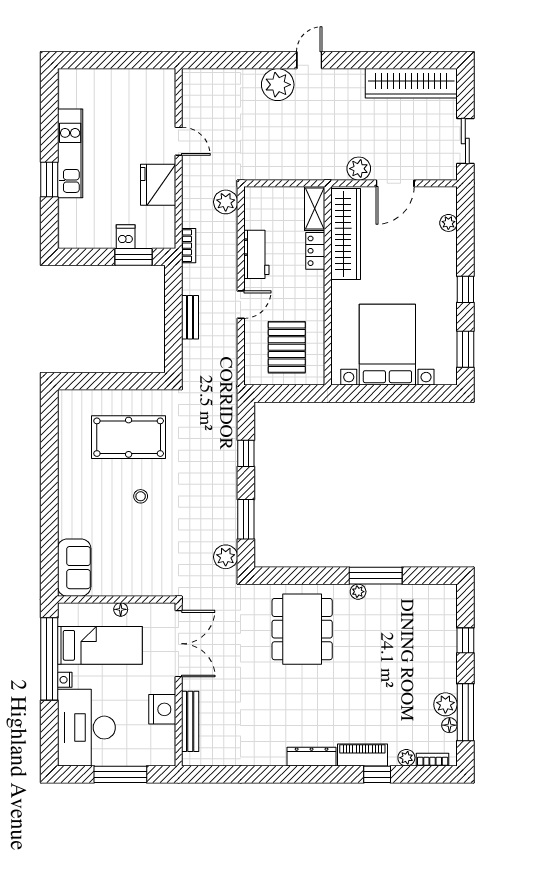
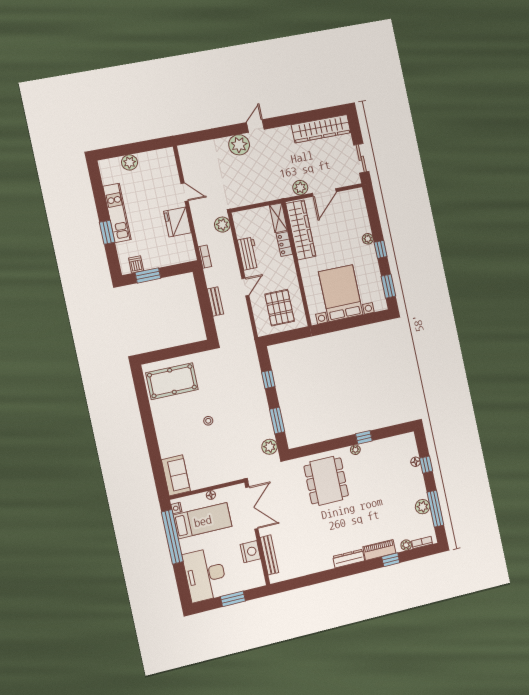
plant: (105, 80) -> (129, 162), added
plant: (448, 223) -> (368, 239), moved
dishwasher: (126, 237) -> (136, 264), moved
window: (134, 257) -> (148, 275), moved
pool table: (129, 437) -> (172, 381), moved
window: (376, 576) -> (364, 437), width x0.46
nightstand: (65, 680) -> (176, 508), moved
floor lamp: (449, 725) -> (416, 462), moved
window: (120, 774) -> (233, 599), width x0.69

